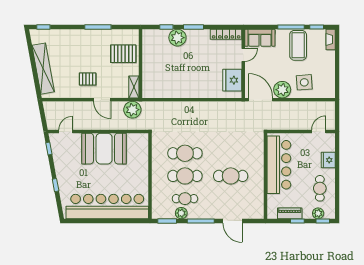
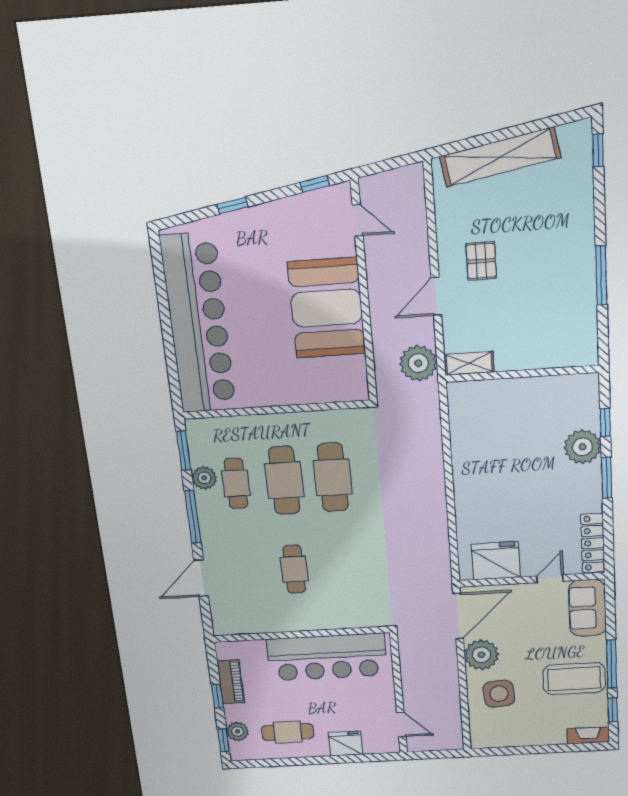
pallet: (123, 54) -> (542, 336), removed
door: (243, 55) -> (550, 579), swing flipped
cafe table: (231, 176) -> (294, 569), width x0.73, depth x0.74

